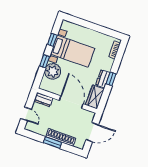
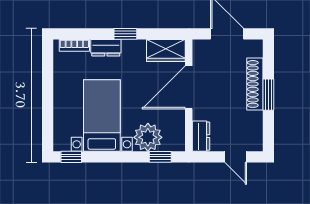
window: (52, 40) -> (71, 157), moved
window: (45, 61) -> (160, 157), moved
dresser: (103, 79) -> (106, 48), moved
door: (26, 114) -> (236, 157), swing flipped

